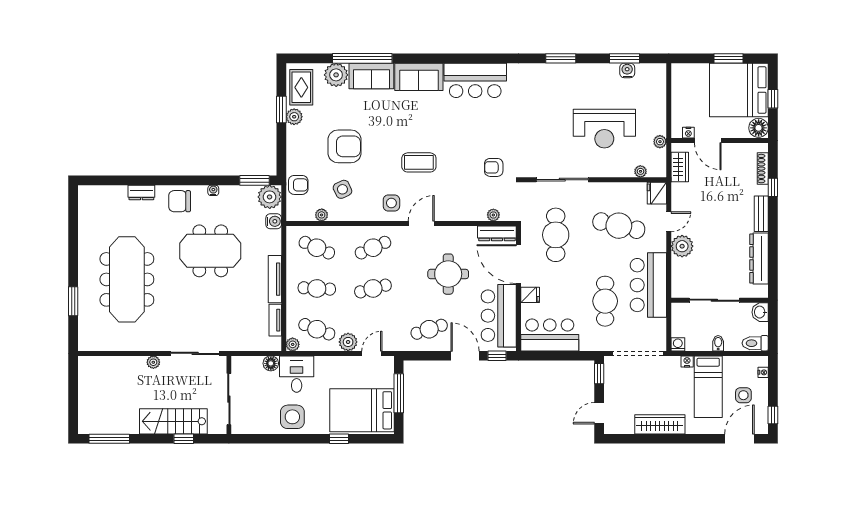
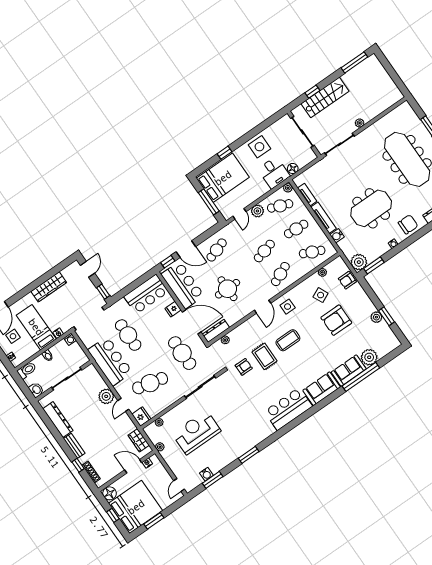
door: (669, 80) -> (179, 485), added
rug: (301, 87) -> (264, 356), moved
water cooler: (274, 221) -> (337, 236), moved

